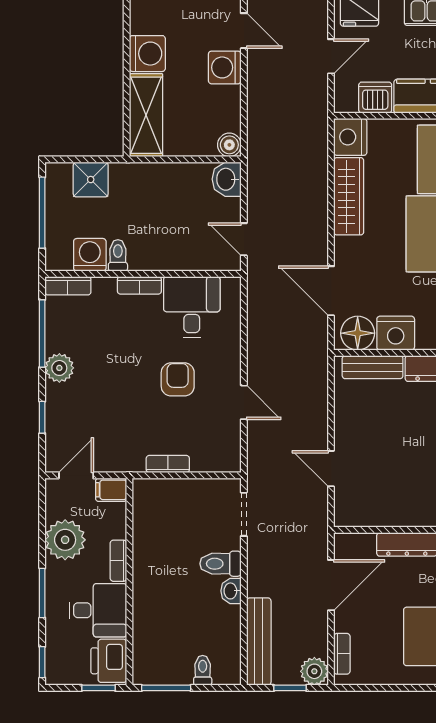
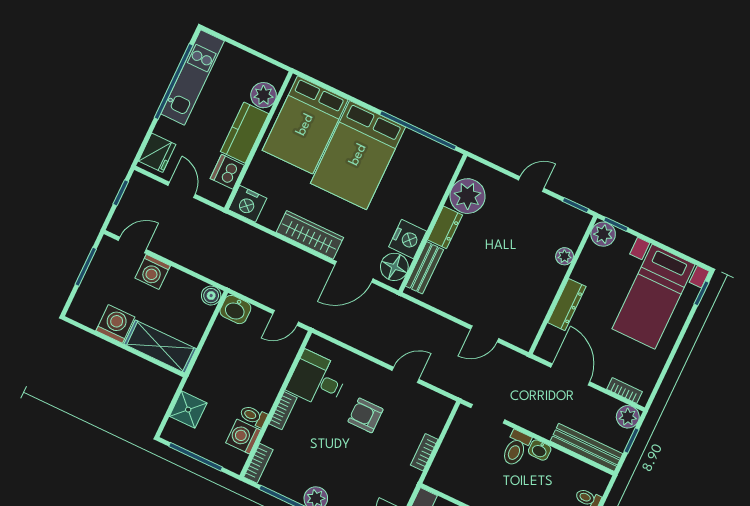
wardrobe: (349, 196) -> (310, 235), moved

